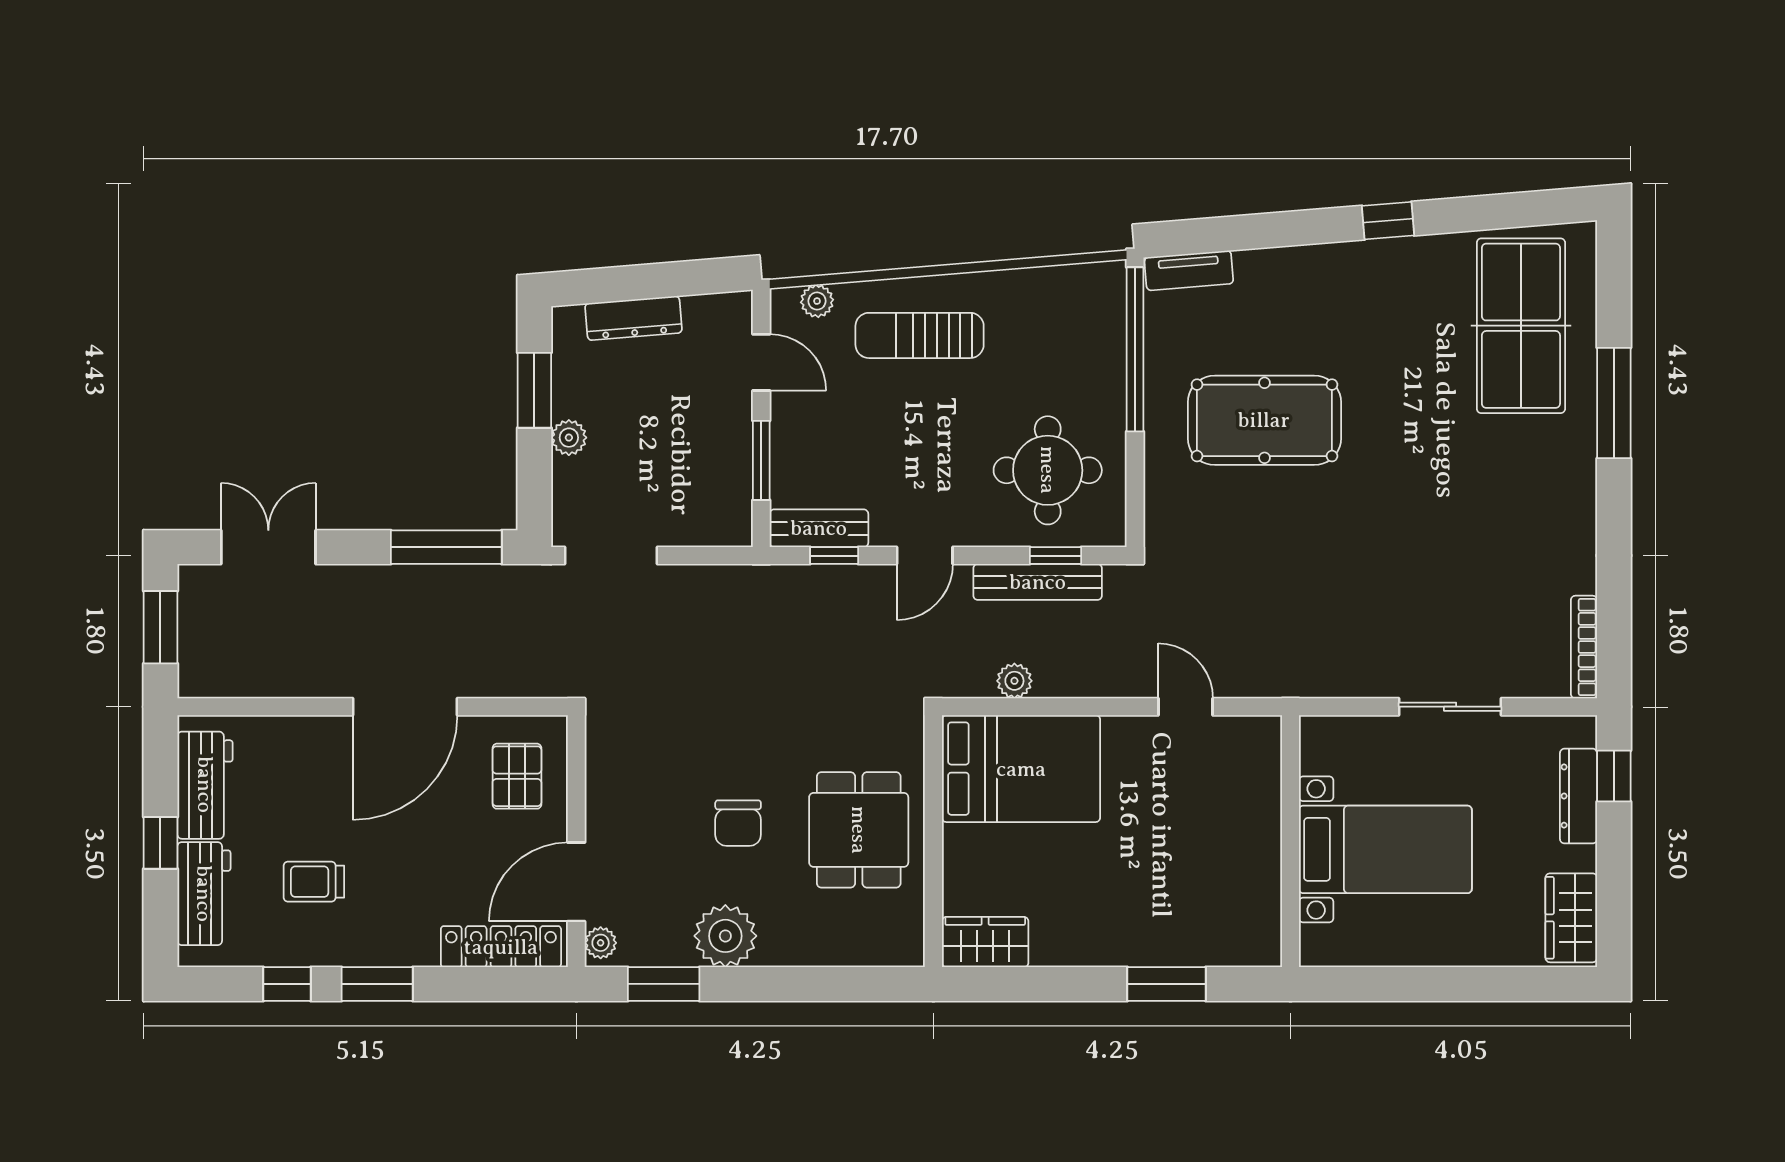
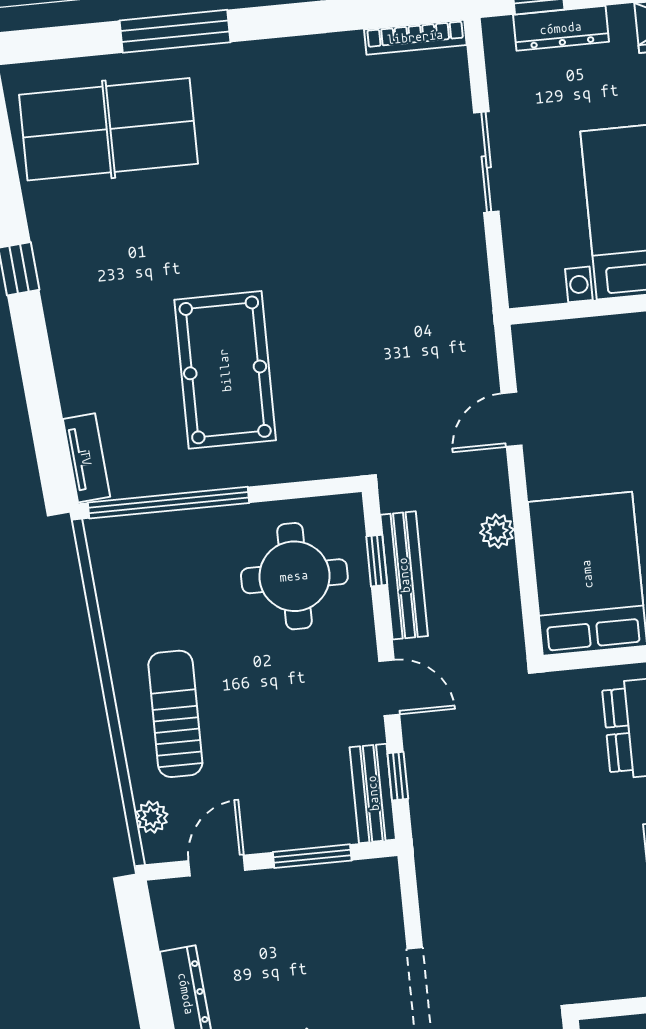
sun lounger: (920, 335) -> (175, 714), turned 180
plant: (1014, 681) -> (497, 531), moved

